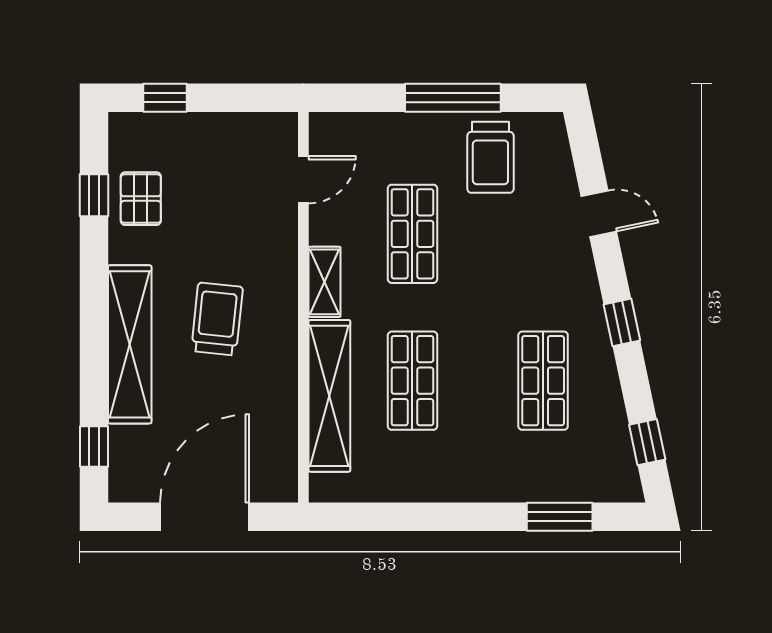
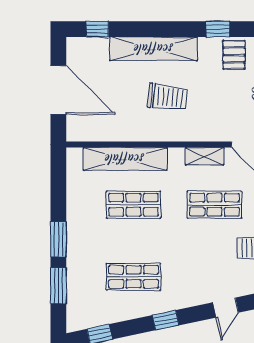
window: (94, 195) -> (218, 29), moved
pallet: (141, 199) -> (234, 55), turned 90
shelving: (325, 282) -> (205, 156), moved
window: (475, 517) -> (58, 239), added

